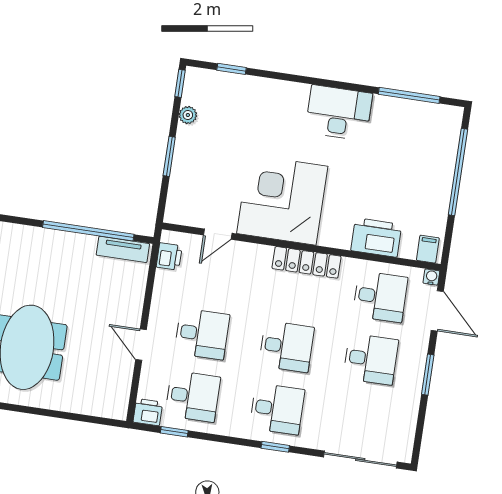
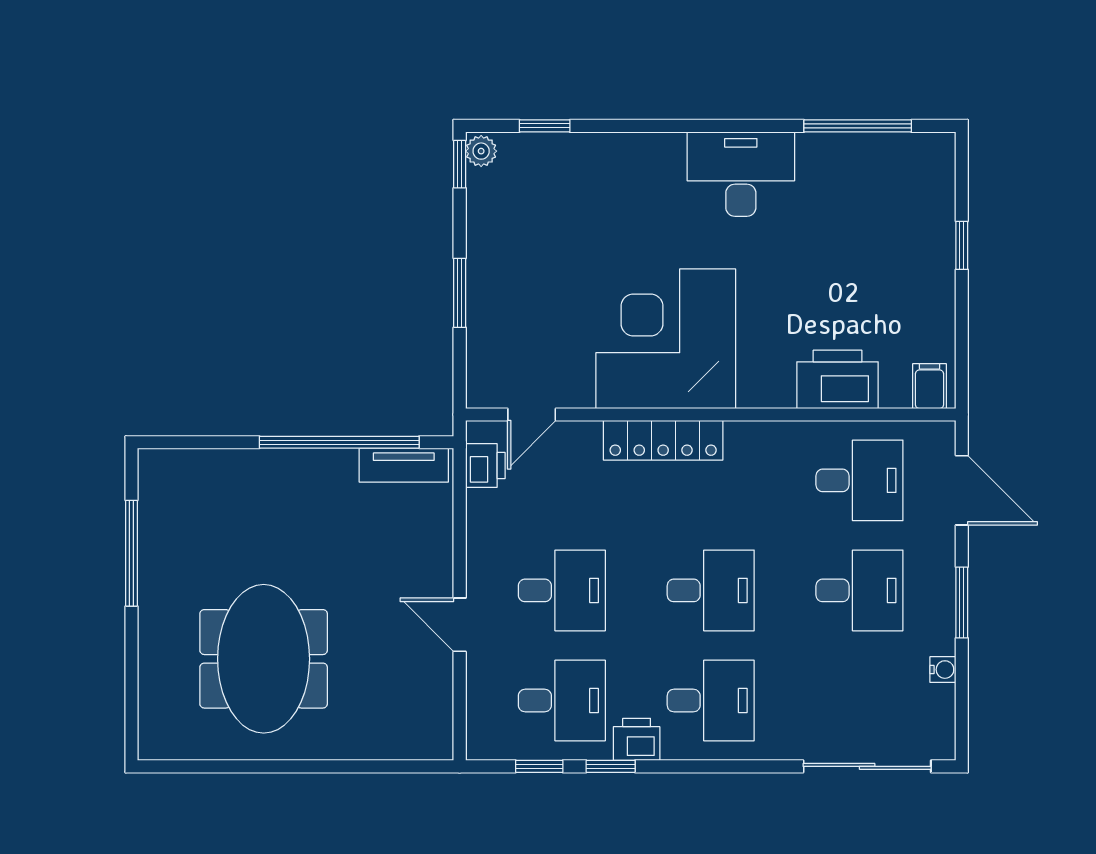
plant: (188, 115) -> (481, 151), moved
window: (458, 172) -> (962, 245), width x0.32
door: (218, 234) -> (532, 415), moved
locker: (307, 262) -> (663, 440), moved
water cooler: (431, 277) -> (943, 670), moved, turned 90
printer: (148, 412) -> (637, 739), moved
window: (275, 447) -> (611, 766), moved

